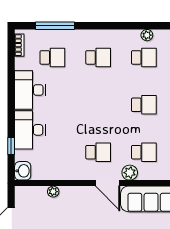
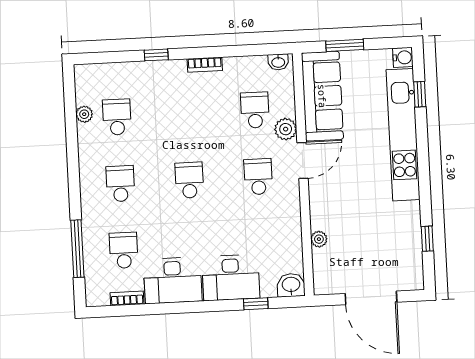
bookcase: (19, 45) -> (127, 298), moved
school desk: (144, 105) -> (189, 180), moved

